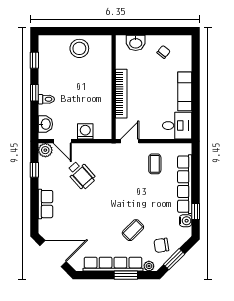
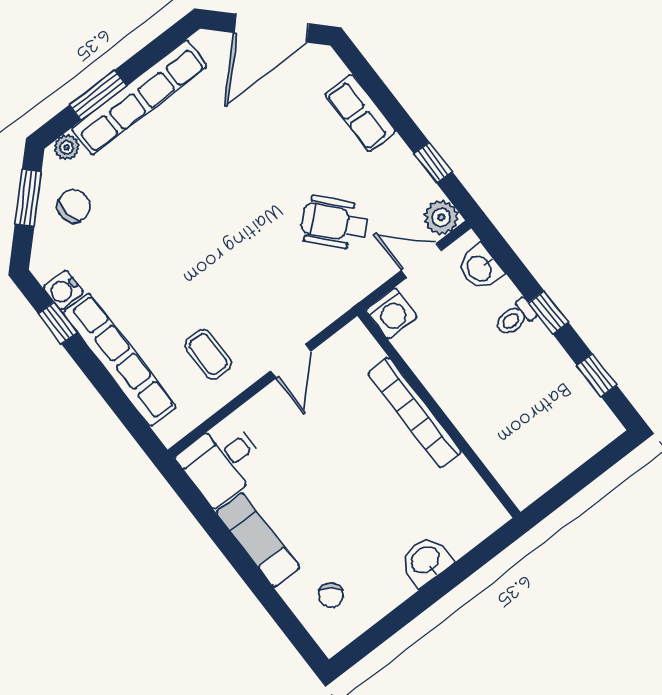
stool: (79, 48) -> (527, 466), removed
chair: (164, 52) -> (331, 595), moved
wall: (114, 87) -> (439, 414), moved
bookcase: (121, 94) -> (414, 413), moved
coffee table: (133, 230) -> (151, 193), removed

